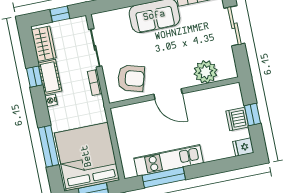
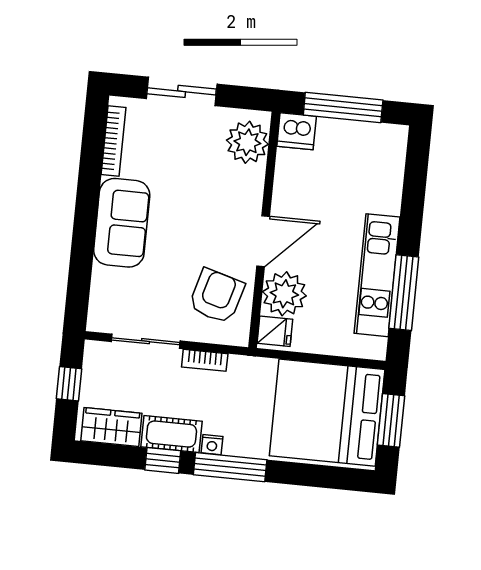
plant: (206, 72) -> (247, 142), moved
plant: (143, 114) -> (284, 294), added
window: (252, 115) -> (343, 107), width x2.17
dishwasher: (237, 119) -> (297, 131), moved
window: (49, 146) -> (230, 467), moved
fridge: (243, 147) -> (275, 331), moved, turned -90

